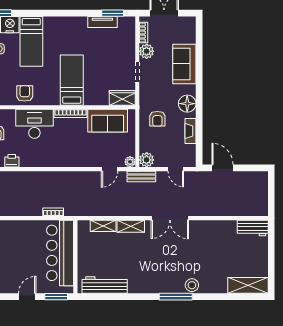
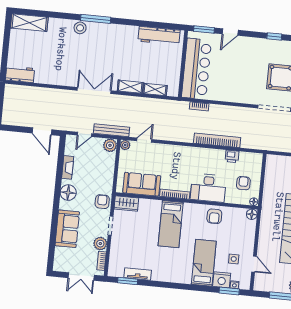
armchair: (157, 119) -> (102, 202), moved
door: (176, 169) -> (84, 134), swing flipped
bookcase: (30, 177) -> (217, 140), added
bench: (141, 177) -> (111, 130), width x1.36

